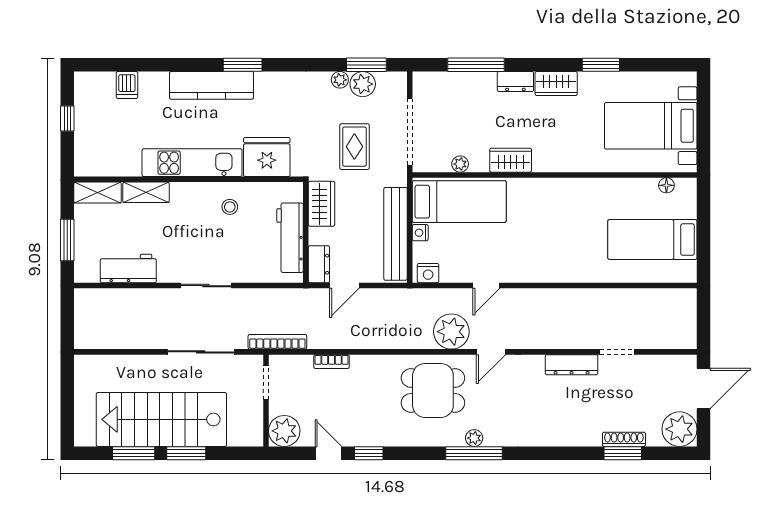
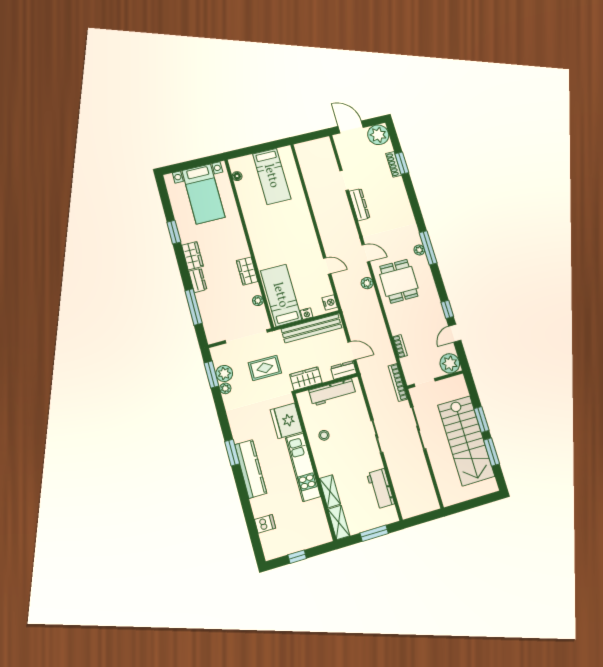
plant: (451, 332) -> (367, 283), width x0.53, depth x0.53

